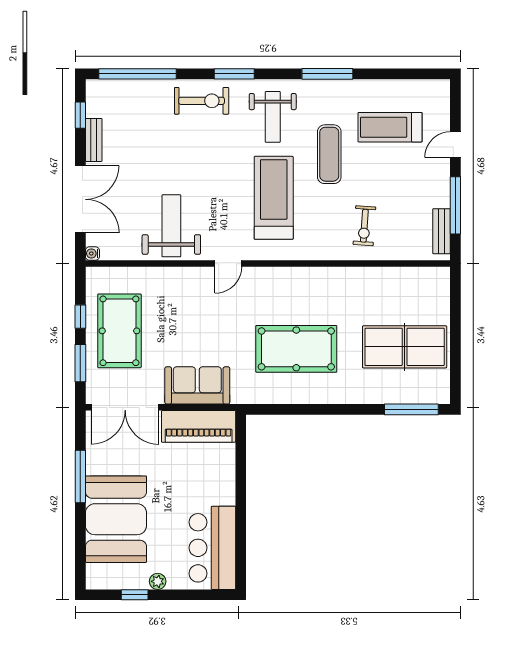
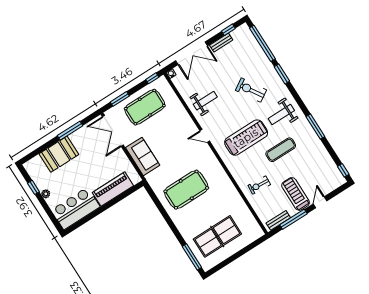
window: (234, 74) -> (282, 74), moved
window: (427, 74) -> (343, 170), added
exercise bike: (202, 101) -> (251, 90), moved, turned 148
treadmill: (390, 127) -> (296, 194), moved
door: (455, 145) -> (320, 202), hinge flipped
weight bench: (171, 226) -> (205, 101), width x0.73, depth x0.75
window: (80, 317) -> (152, 78), moved
table tennis table: (405, 347) -> (217, 236), turned 90
pool table: (296, 349) -> (186, 190), turned 90
piano: (199, 426) -> (113, 189), moved, turned 90
booth: (116, 519) -> (59, 154), width x0.73, depth x0.70

